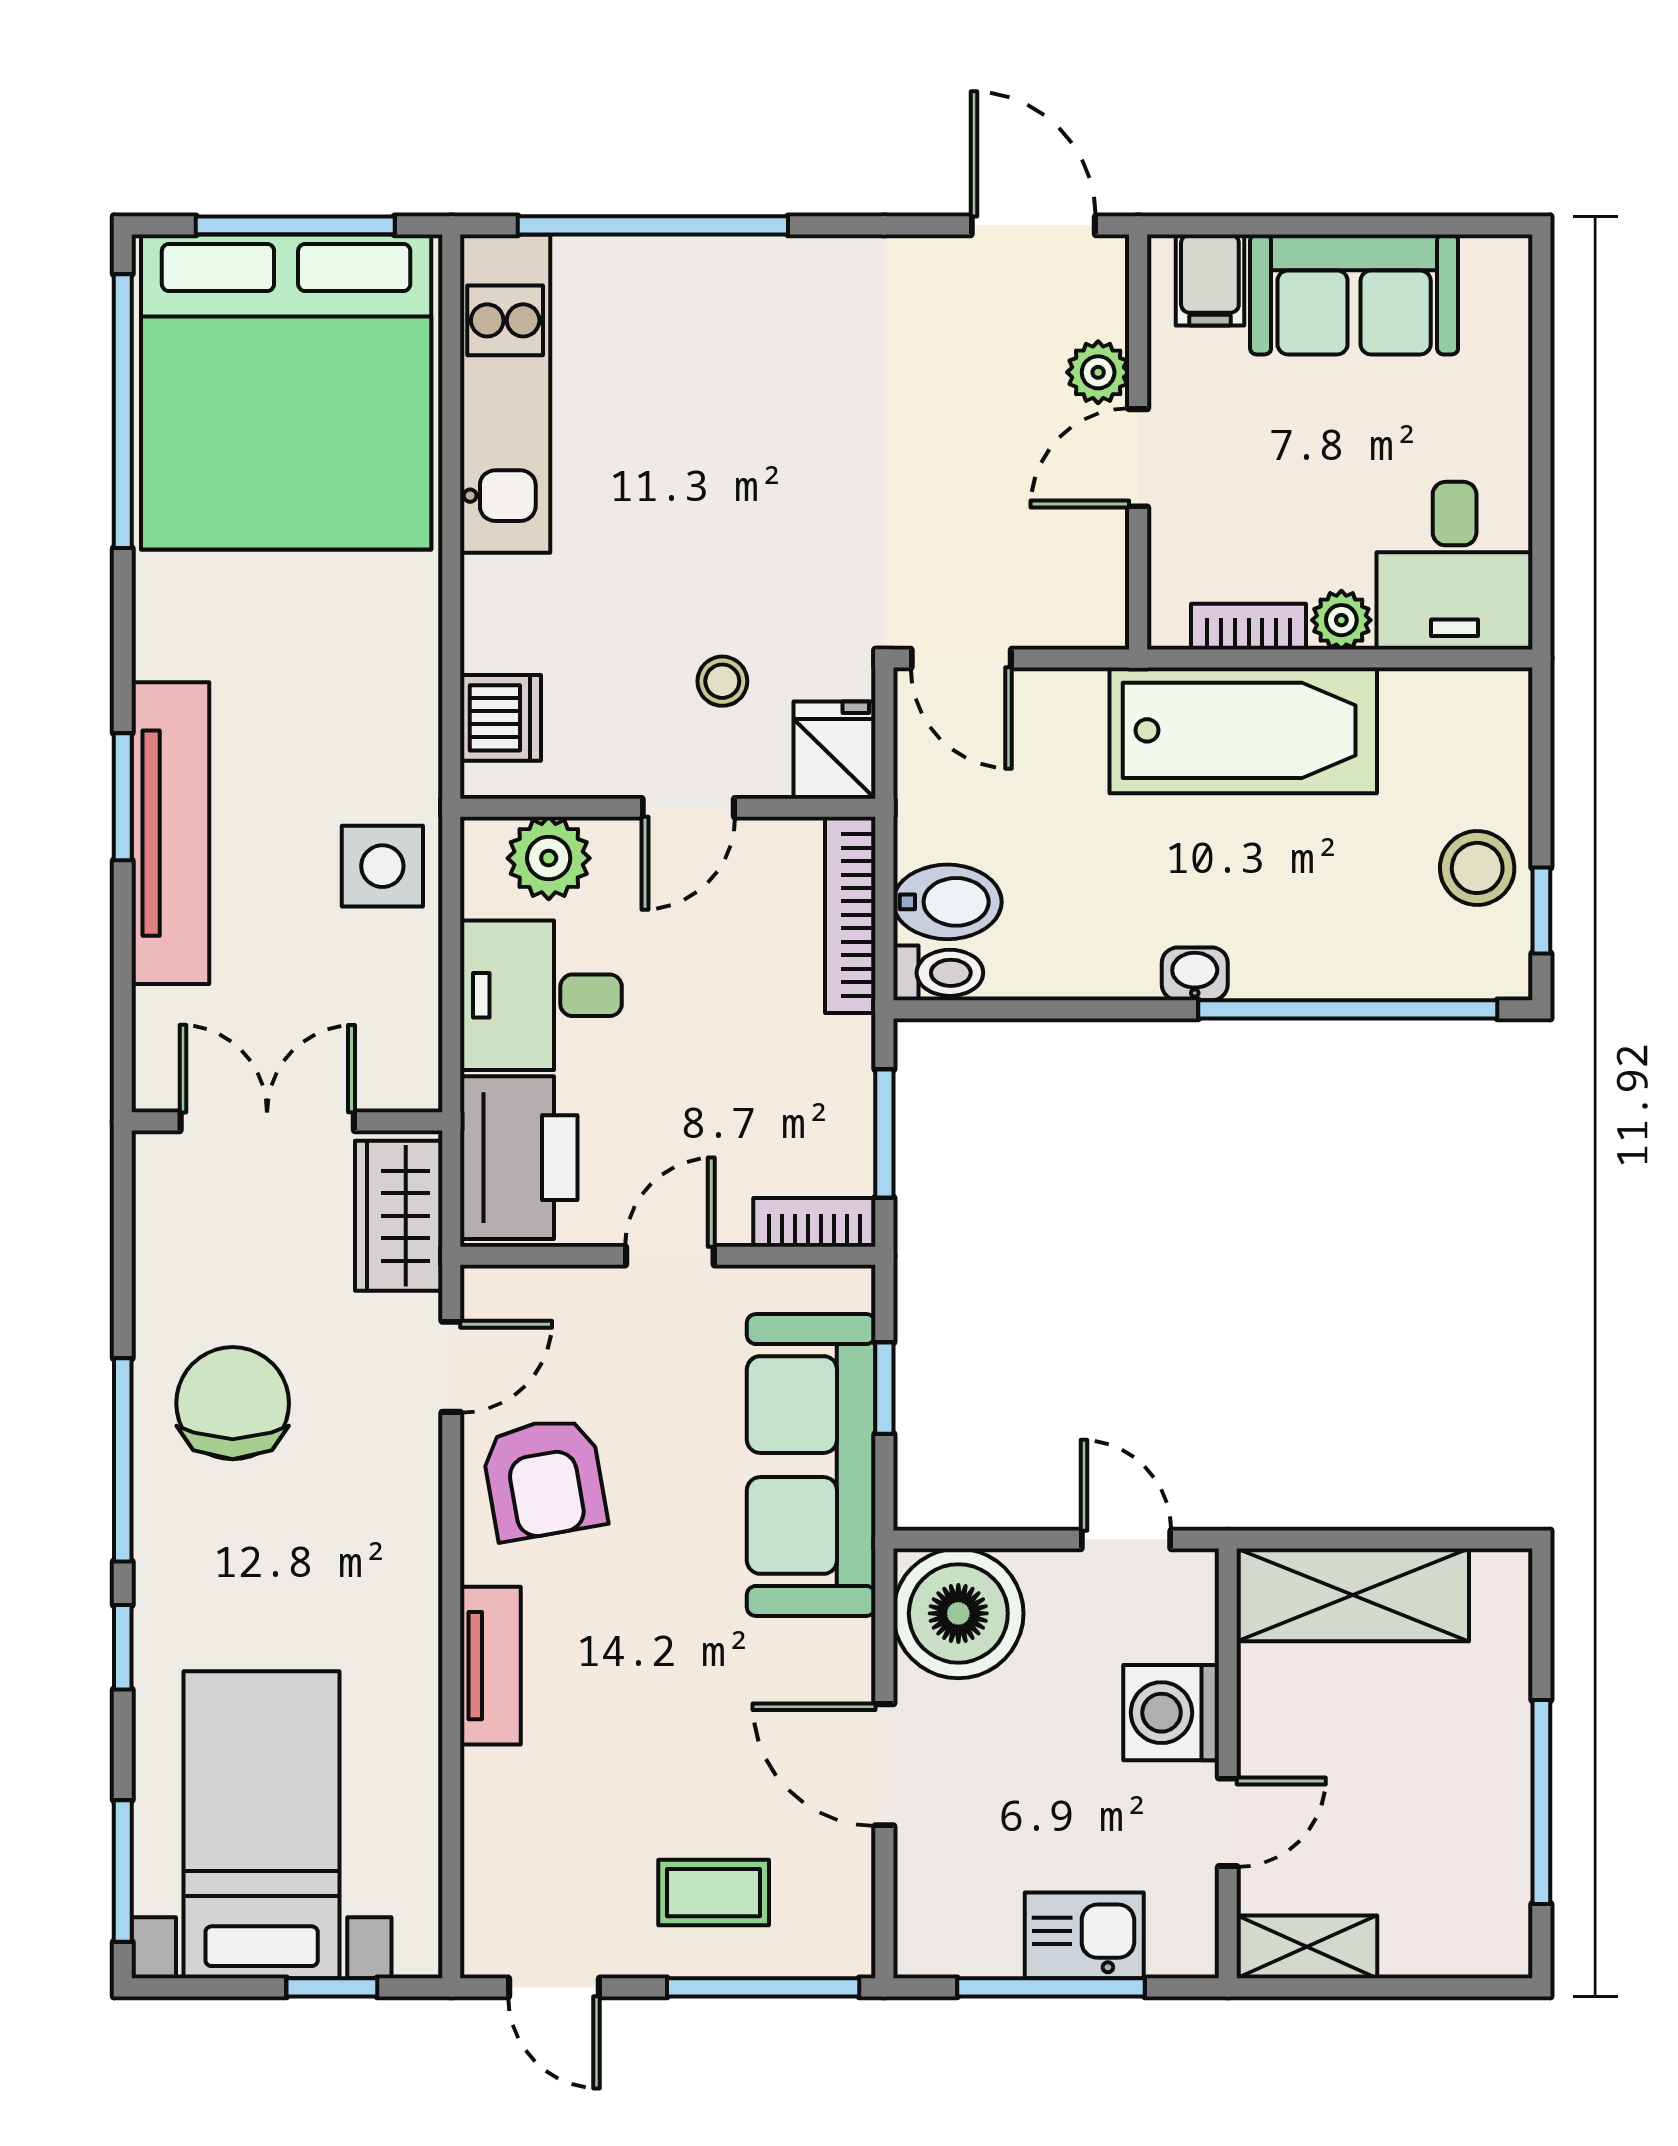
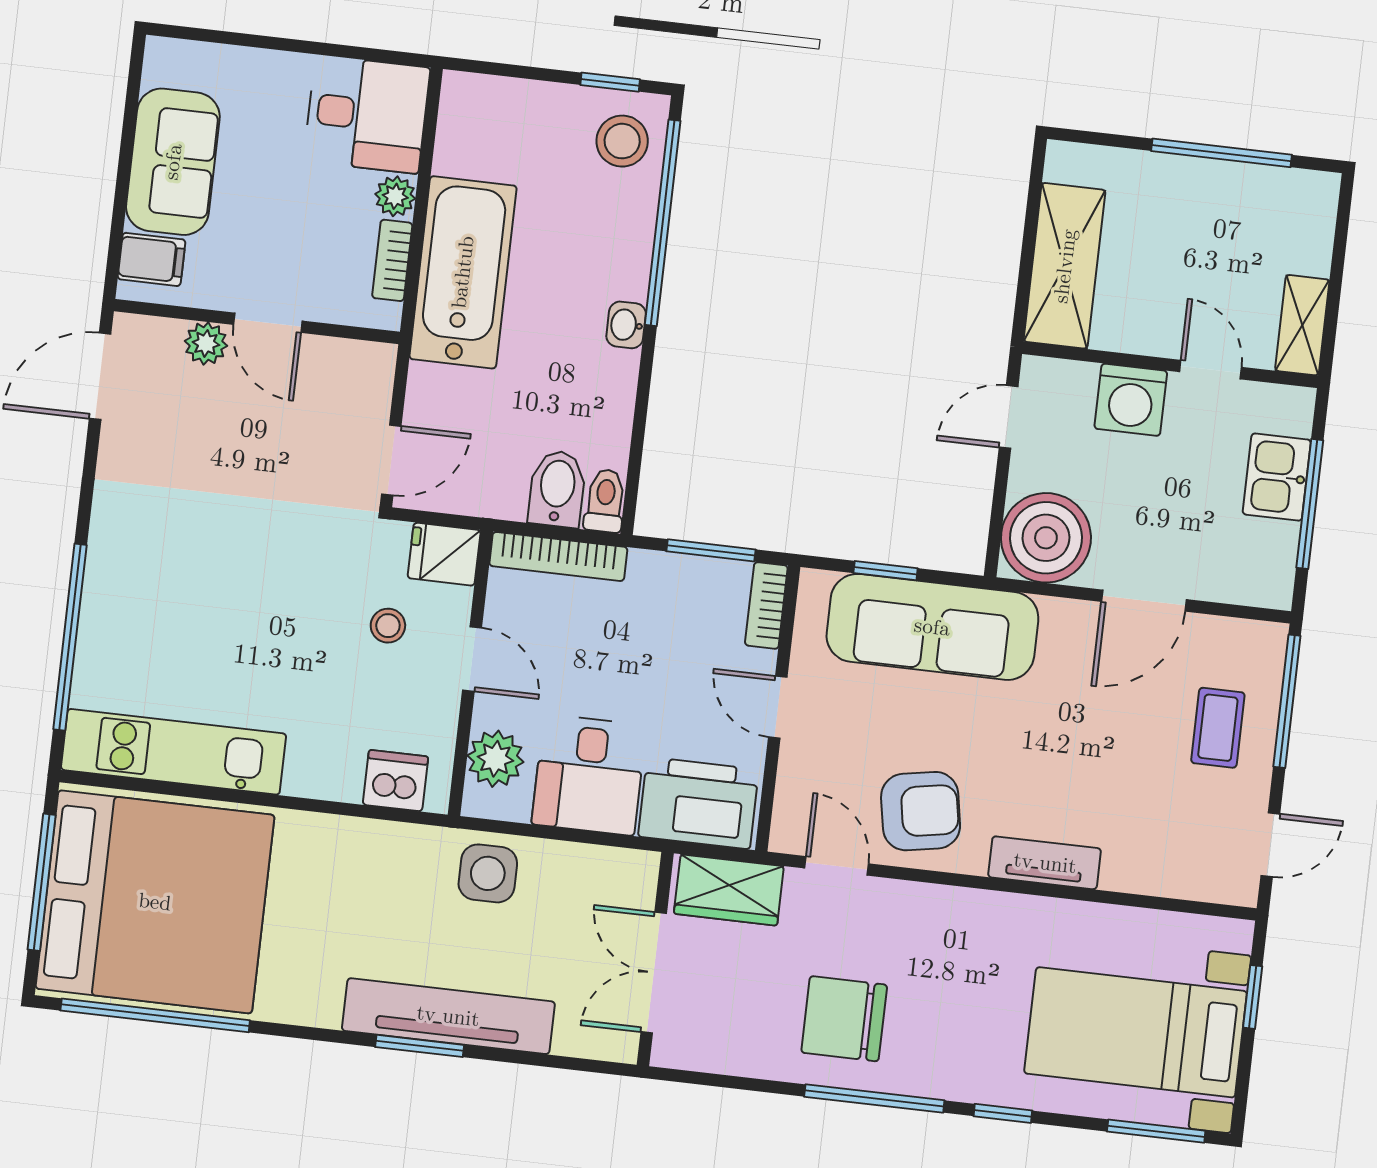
stool: (1477, 868) -> (622, 141), moved

